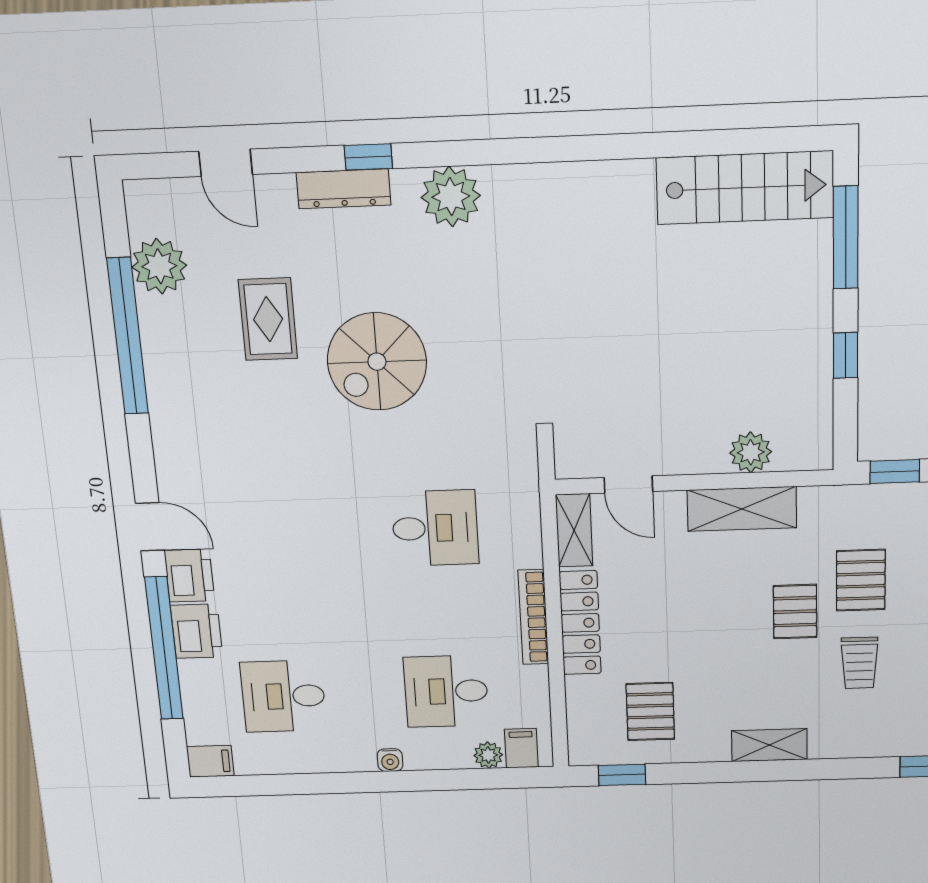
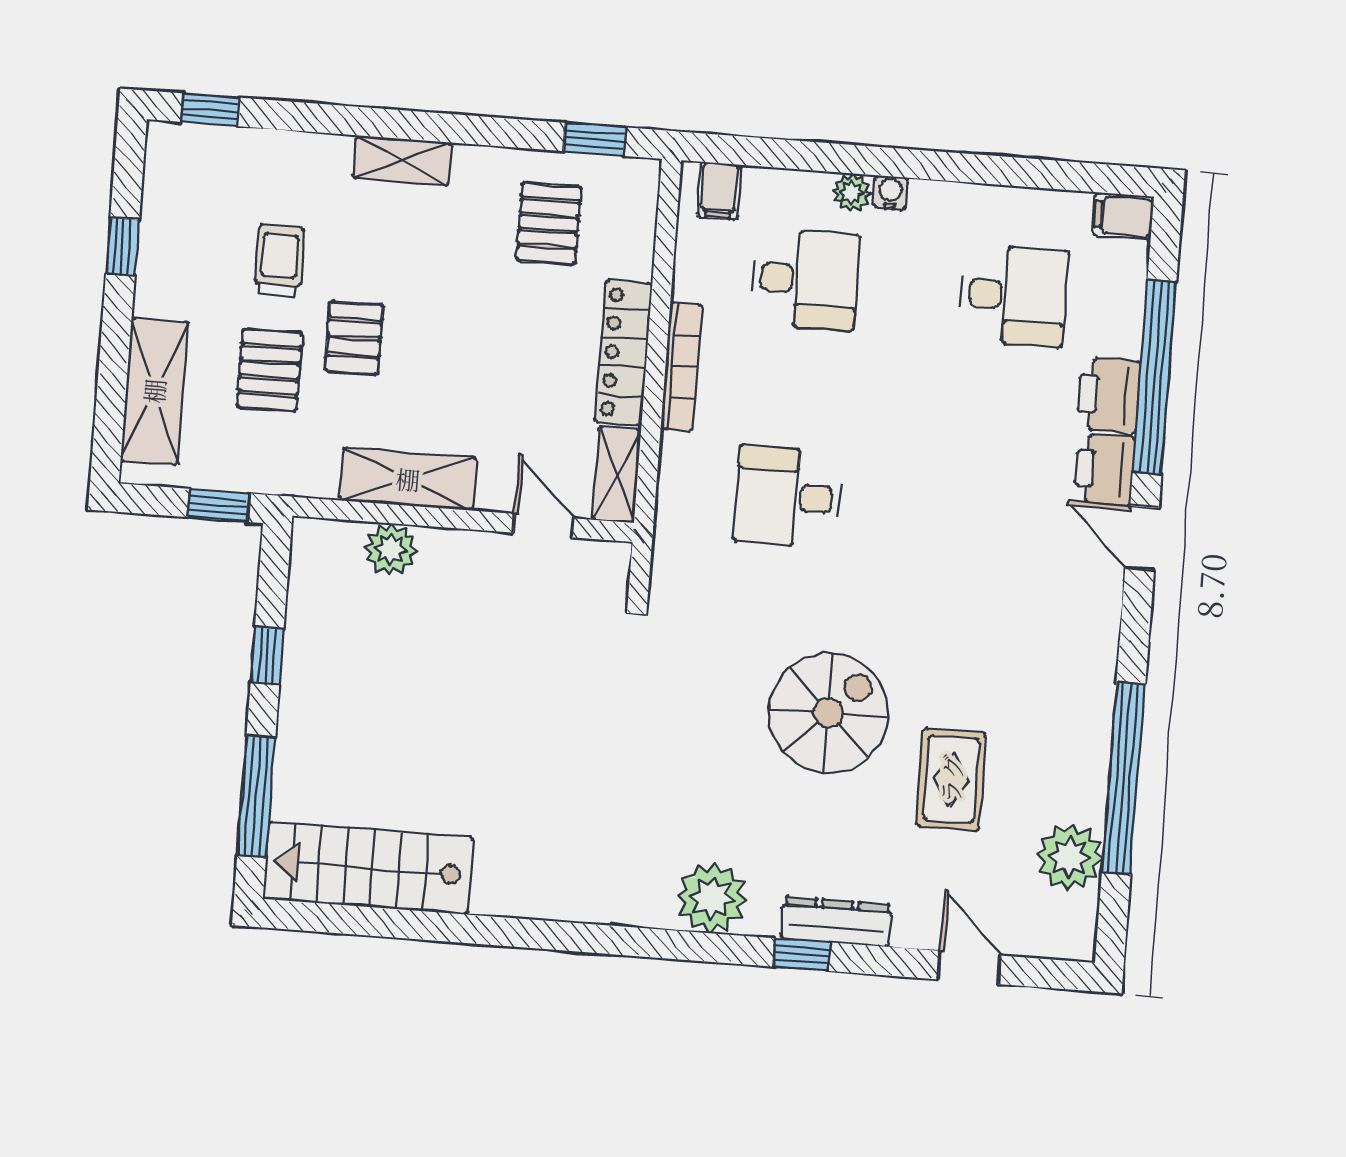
plant: (488, 755) -> (852, 192), moved

